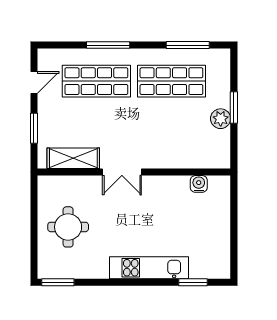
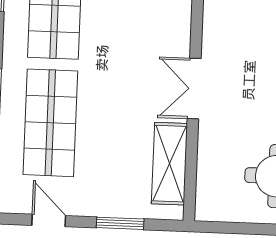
double door: (122, 172) -> (194, 89), swing flipped

